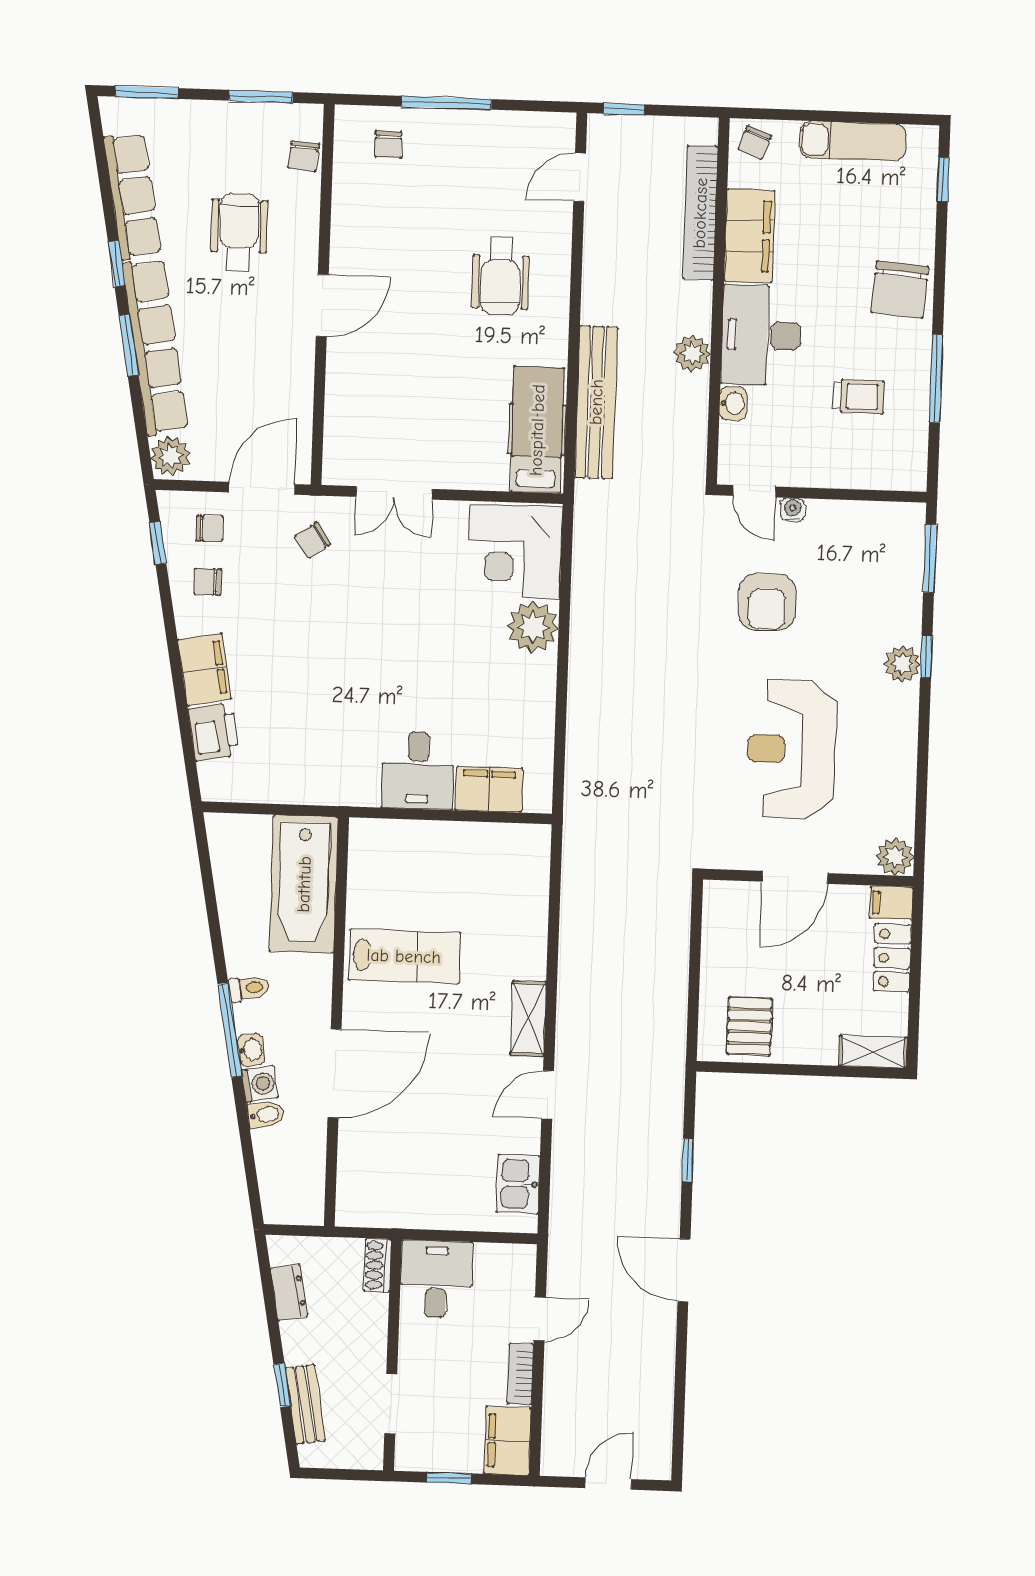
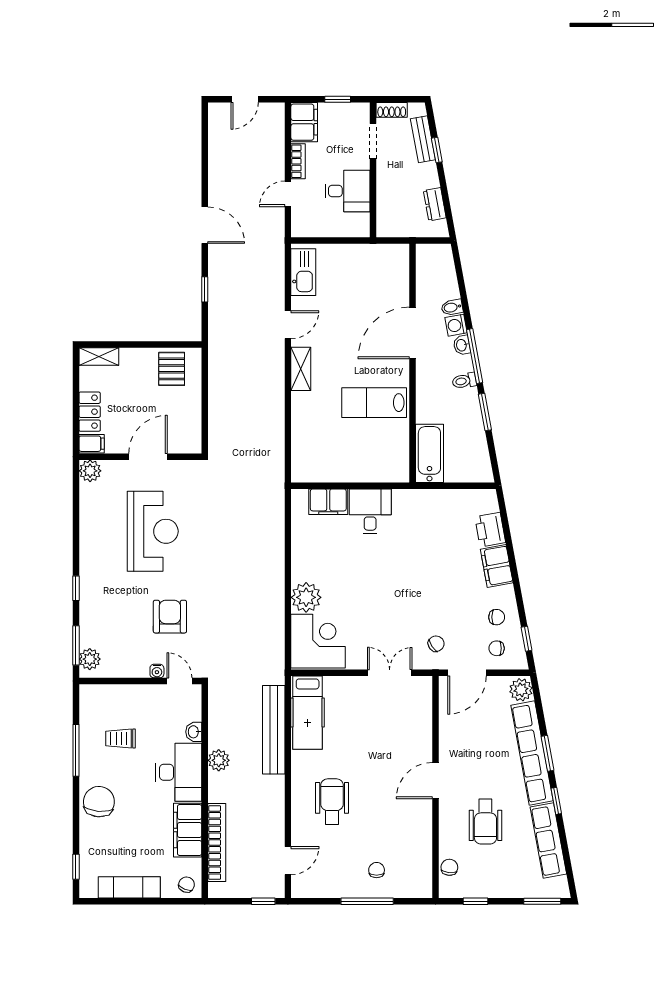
window: (261, 96) -> (475, 901), width x0.67
chair: (388, 145) -> (377, 870), moved
plant: (902, 664) -> (90, 659), moved
bathtub: (304, 884) -> (429, 453), width x0.73, depth x0.73
window: (216, 934) -> (485, 412), added
kitchen sink: (518, 1184) -> (303, 272), width x1.38
shoe rack: (377, 1265) -> (392, 110), moved, turned 90
desk: (436, 1279) -> (347, 191), moved, turned -90

